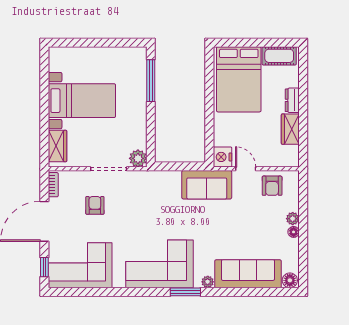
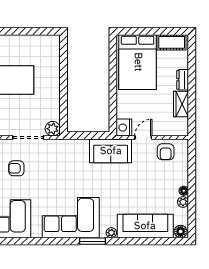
window: (151, 81) -> (63, 63), removed
door: (246, 169) -> (143, 137), hinge flipped
armchair: (95, 205) -> (16, 168), turned -90
plant: (293, 219) -> (183, 202), moved

